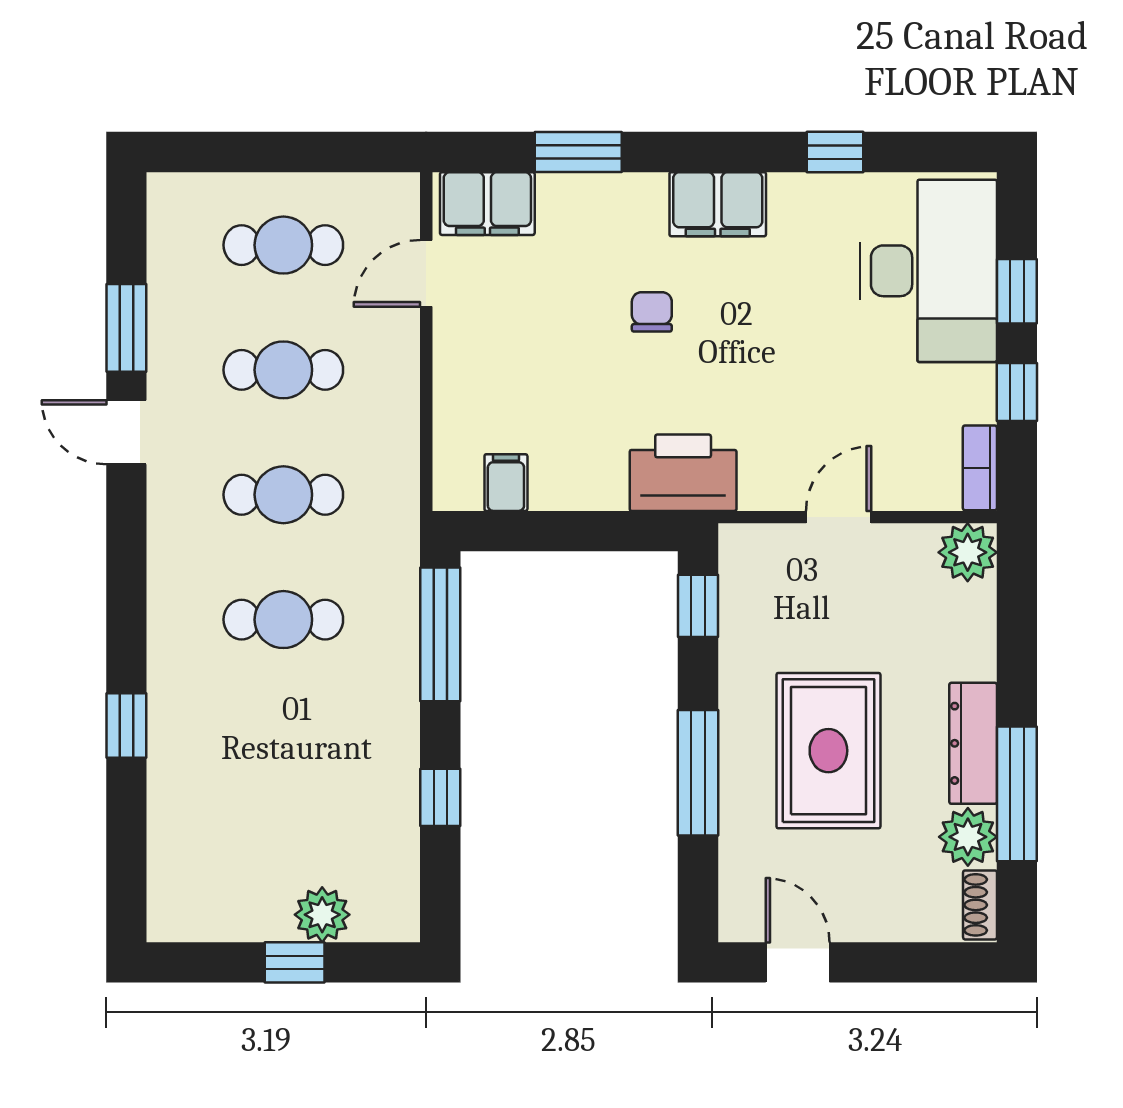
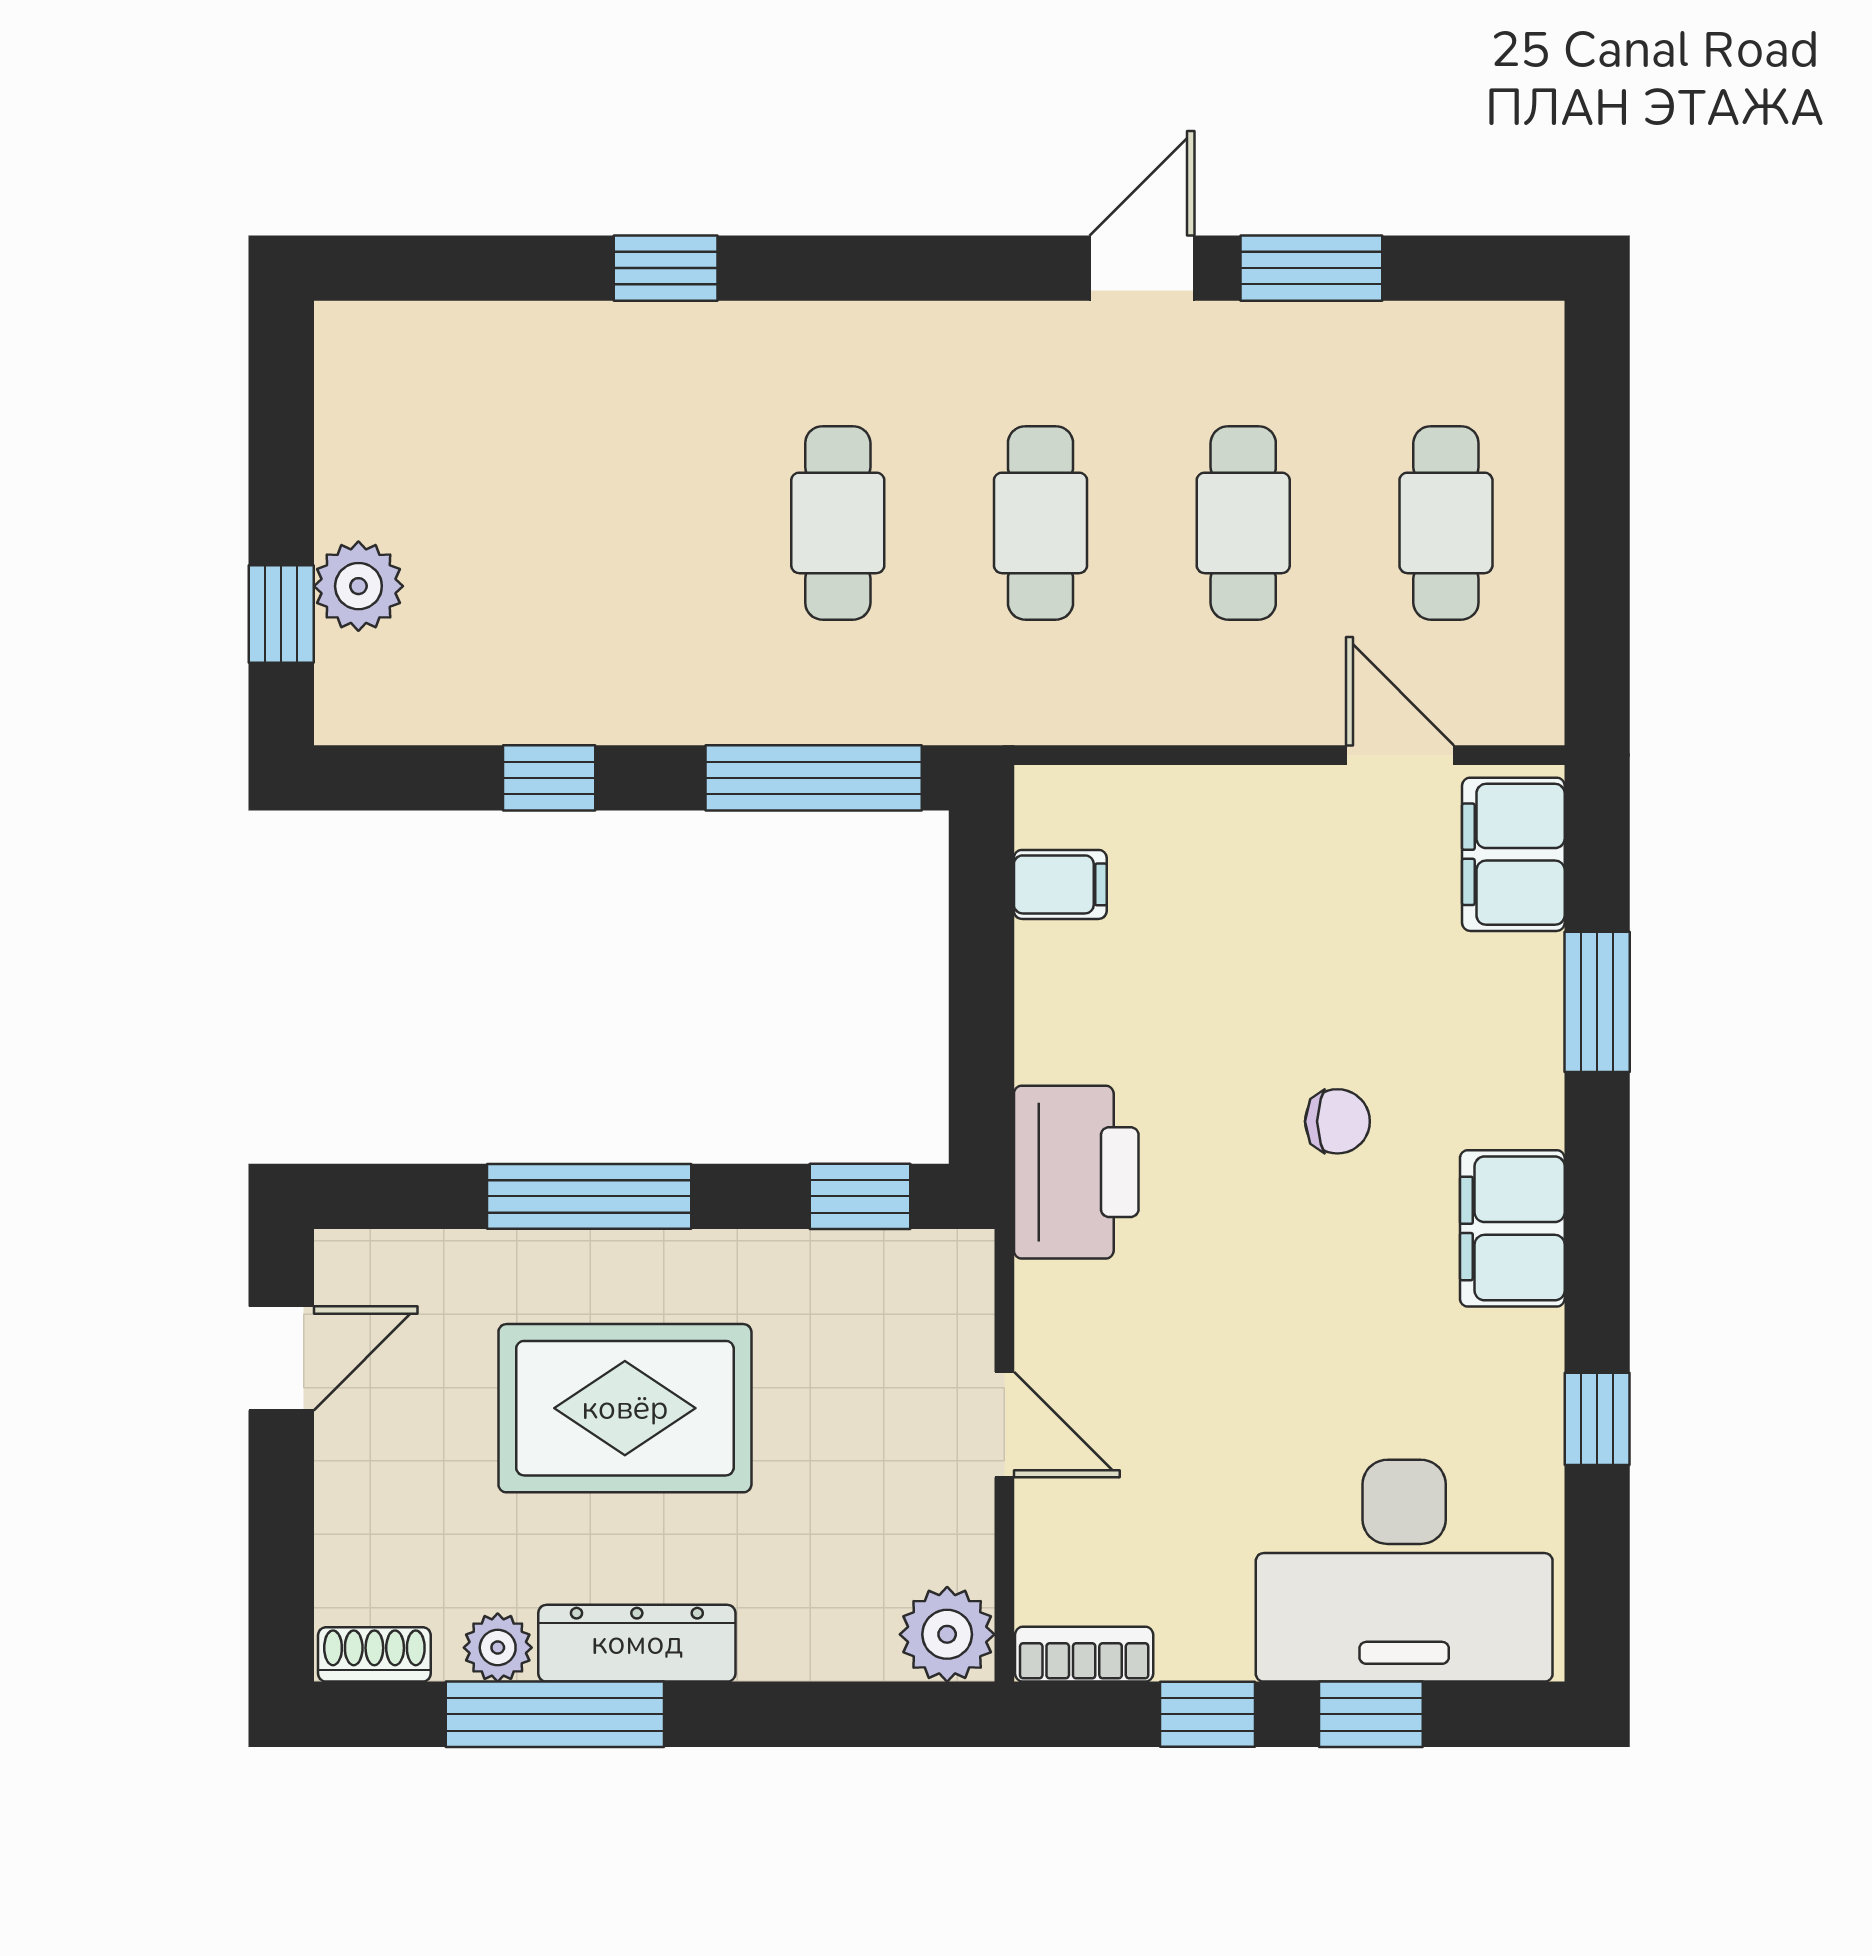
plant: (968, 837) -> (498, 1648), width x0.73, depth x0.73
window: (295, 962) -> (281, 614), moved

